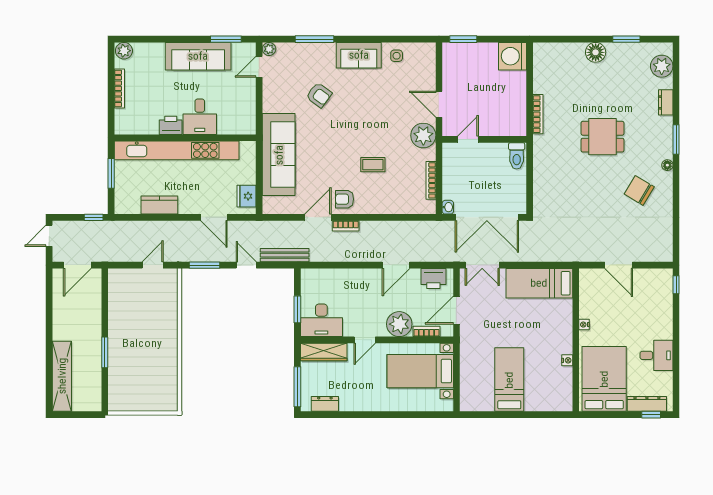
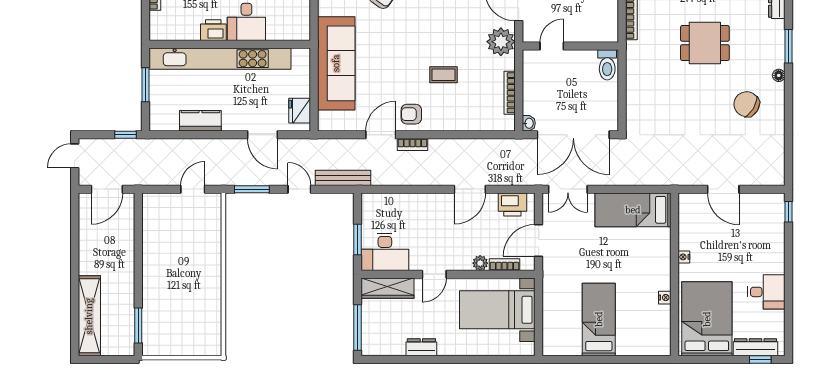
plant: (399, 324) -> (480, 263), width x0.53, depth x0.53
window: (105, 352) -> (138, 326), moved
dresser: (325, 404) -> (421, 347), moved

